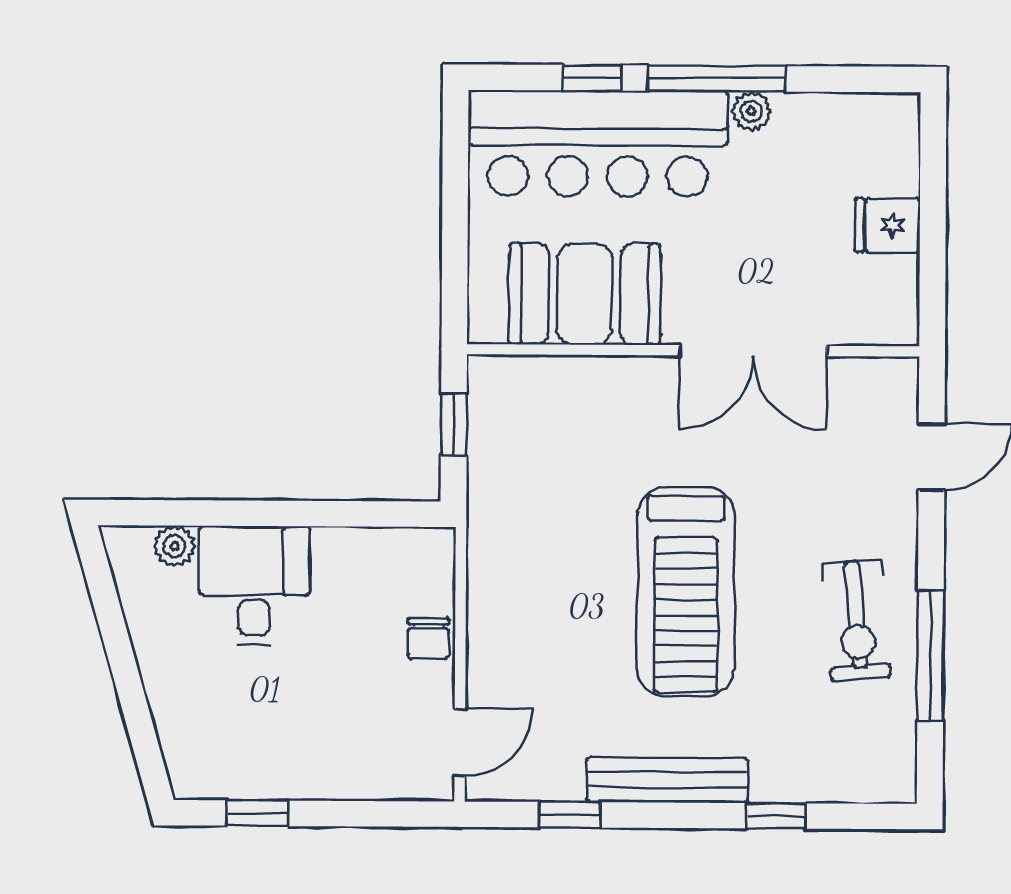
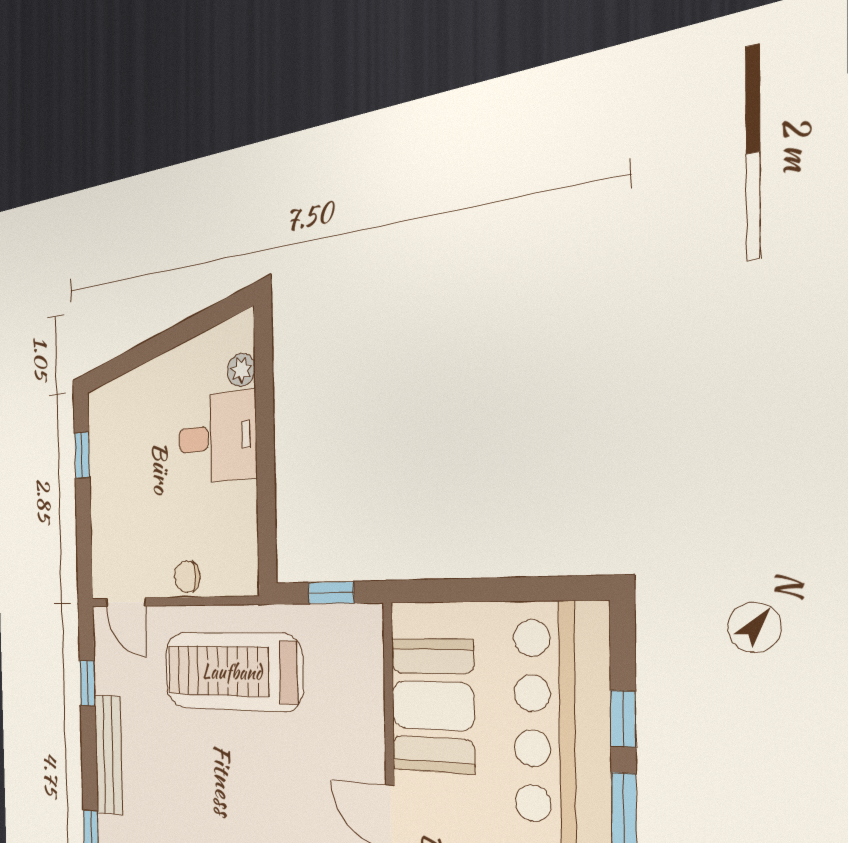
treadmill: (686, 592) -> (232, 671), moved

